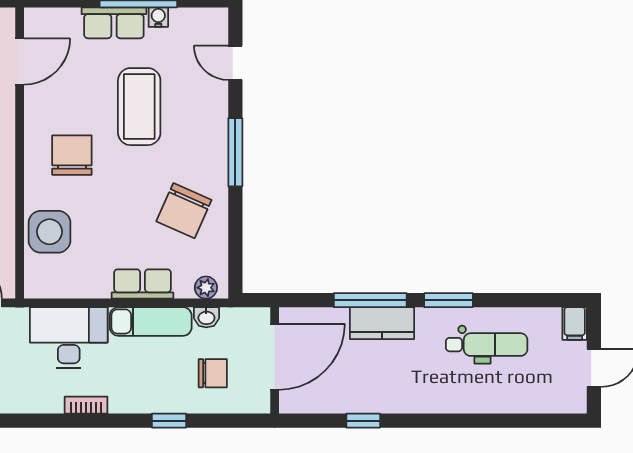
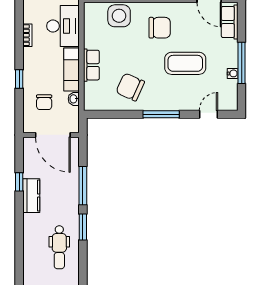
row of seats: (114, 23) -> (230, 22), moved
plant: (206, 288) -> (89, 99), removed
kitchen counter: (382, 323) -> (31, 196), moved, turned 180

